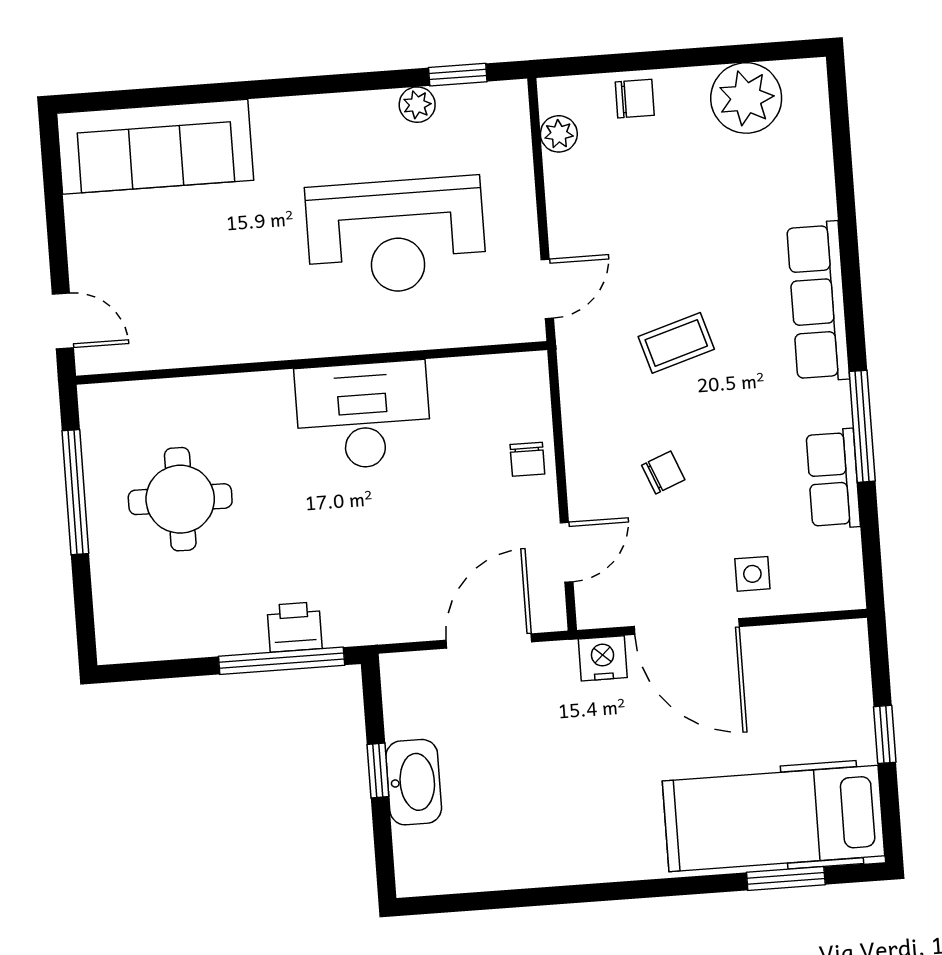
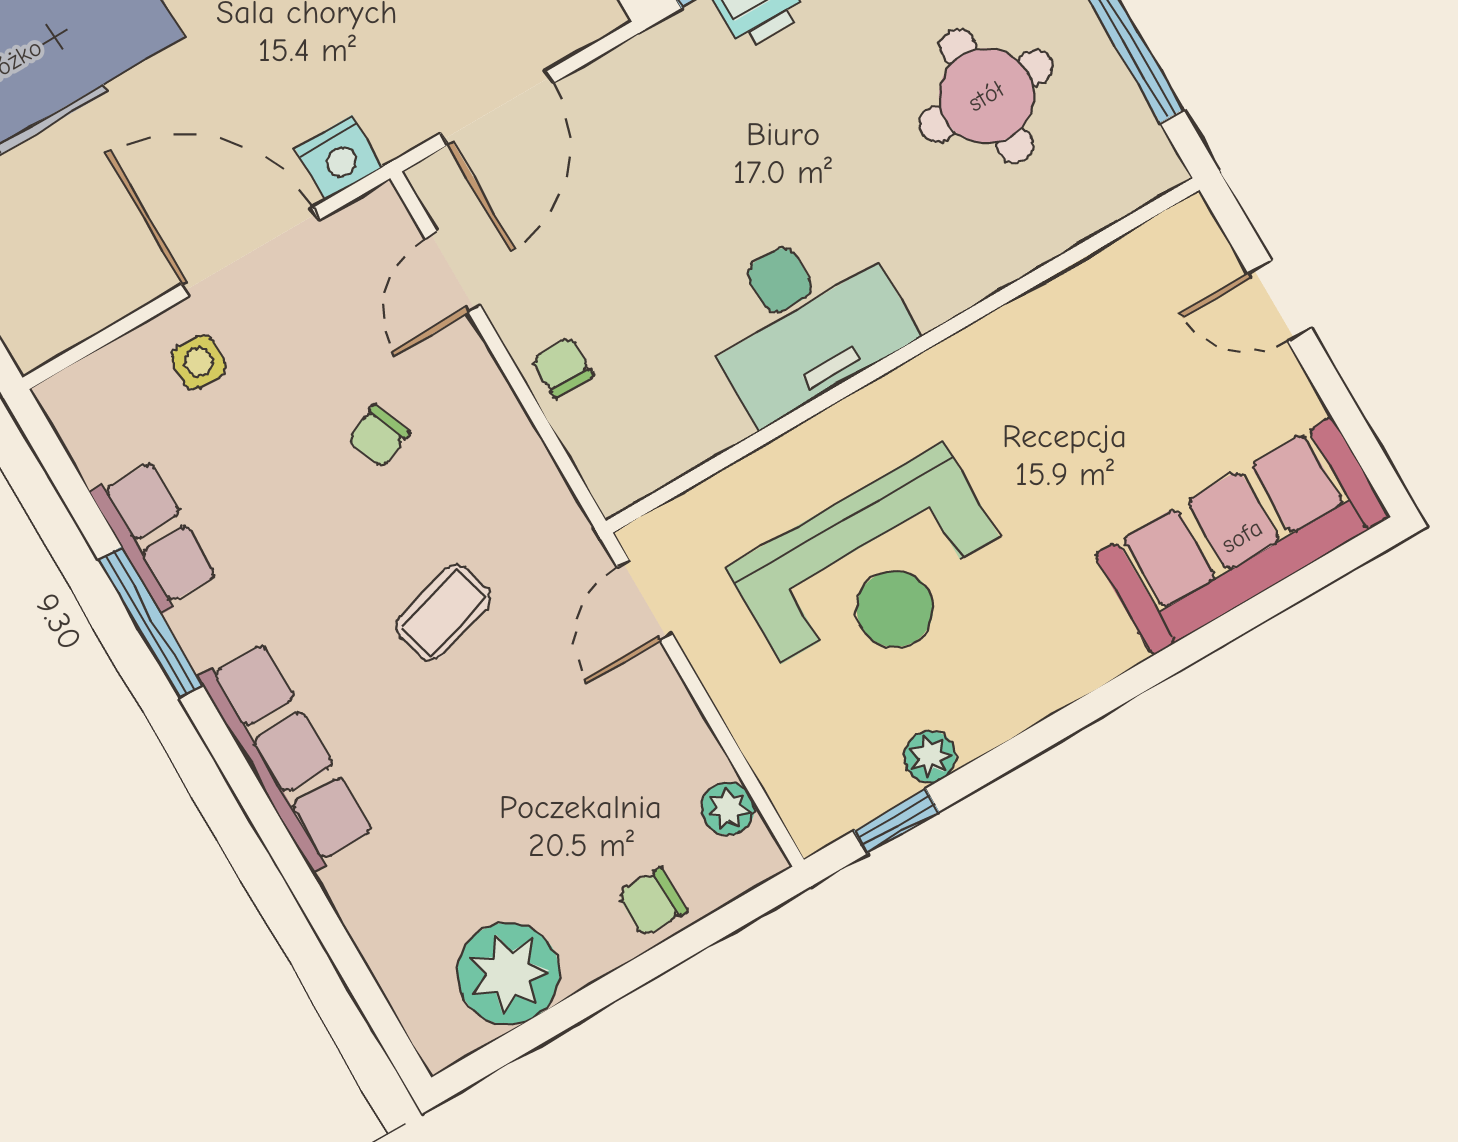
reception desk: (396, 236) -> (874, 573), turned 180
door: (63, 321) -> (1280, 301), moved

